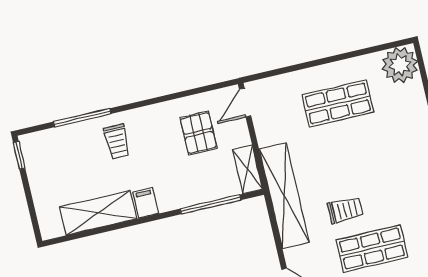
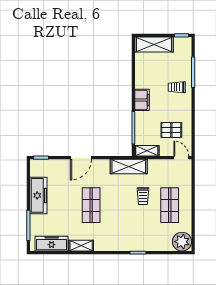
shelving: (284, 196) -> (129, 167), width x0.68
filing cabinet: (146, 203) -> (142, 100), width x2.00
trolley: (345, 210) -> (143, 196), moved
shelving: (98, 213) -> (154, 45), moved, turned 90

